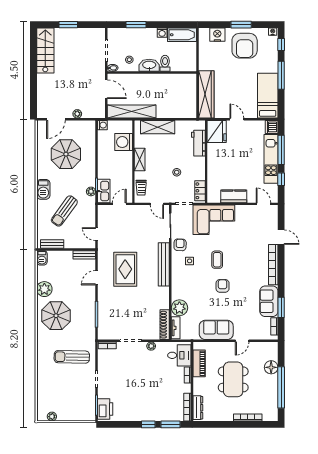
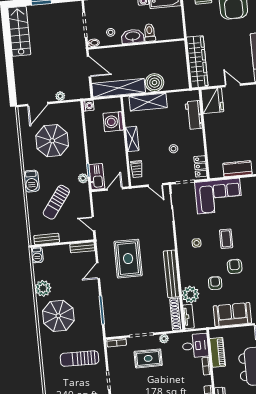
boiler: (165, 110) -> (155, 83), added
armchair: (180, 245) -> (215, 283), moved
bench: (164, 264) -> (171, 274), moved
rug: (135, 363) -> (148, 358), added

